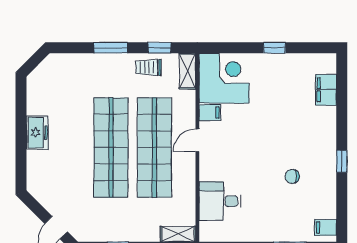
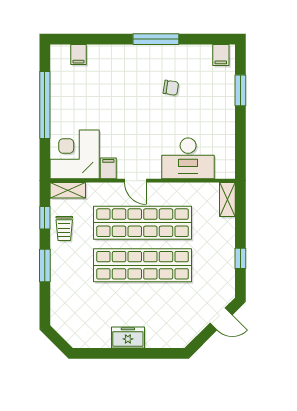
window: (275, 48) -> (45, 105), width x3.17
filing cabinet: (326, 90) -> (78, 55), width x0.50
window: (342, 161) -> (156, 39), width x2.17
chair: (292, 176) -> (171, 88), turned -81
desk: (220, 201) -> (188, 158), width x1.37

